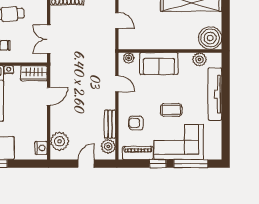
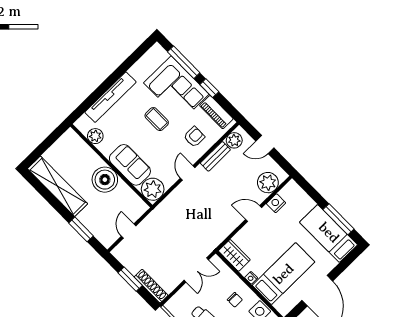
boiler: (210, 38) -> (105, 180), moved
plant: (129, 58) -> (153, 189), width x1.87, depth x1.87
door: (117, 84) -> (188, 173), moved
door: (49, 96) -> (254, 214), moved
armchair: (136, 123) -> (194, 137), turned -90
nightstand: (41, 148) -> (276, 203), moved

